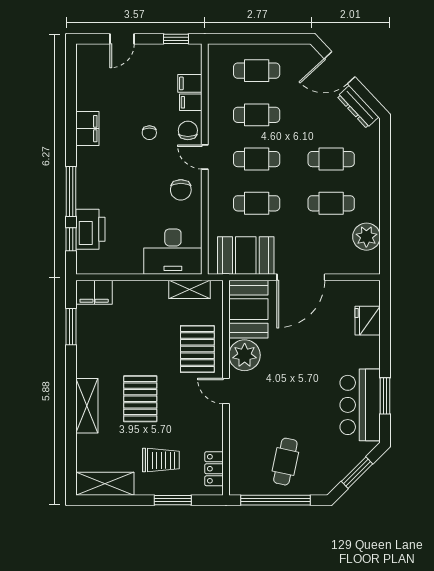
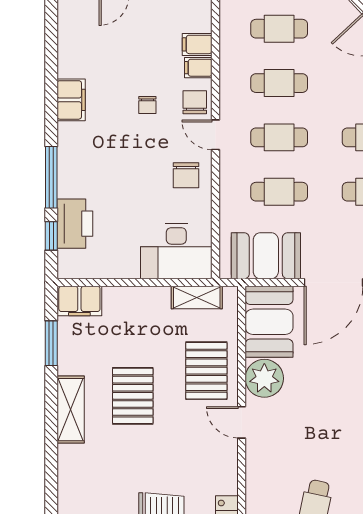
pallet: (140, 399) -> (133, 396), moved
shelving: (87, 406) -> (71, 410), moved

